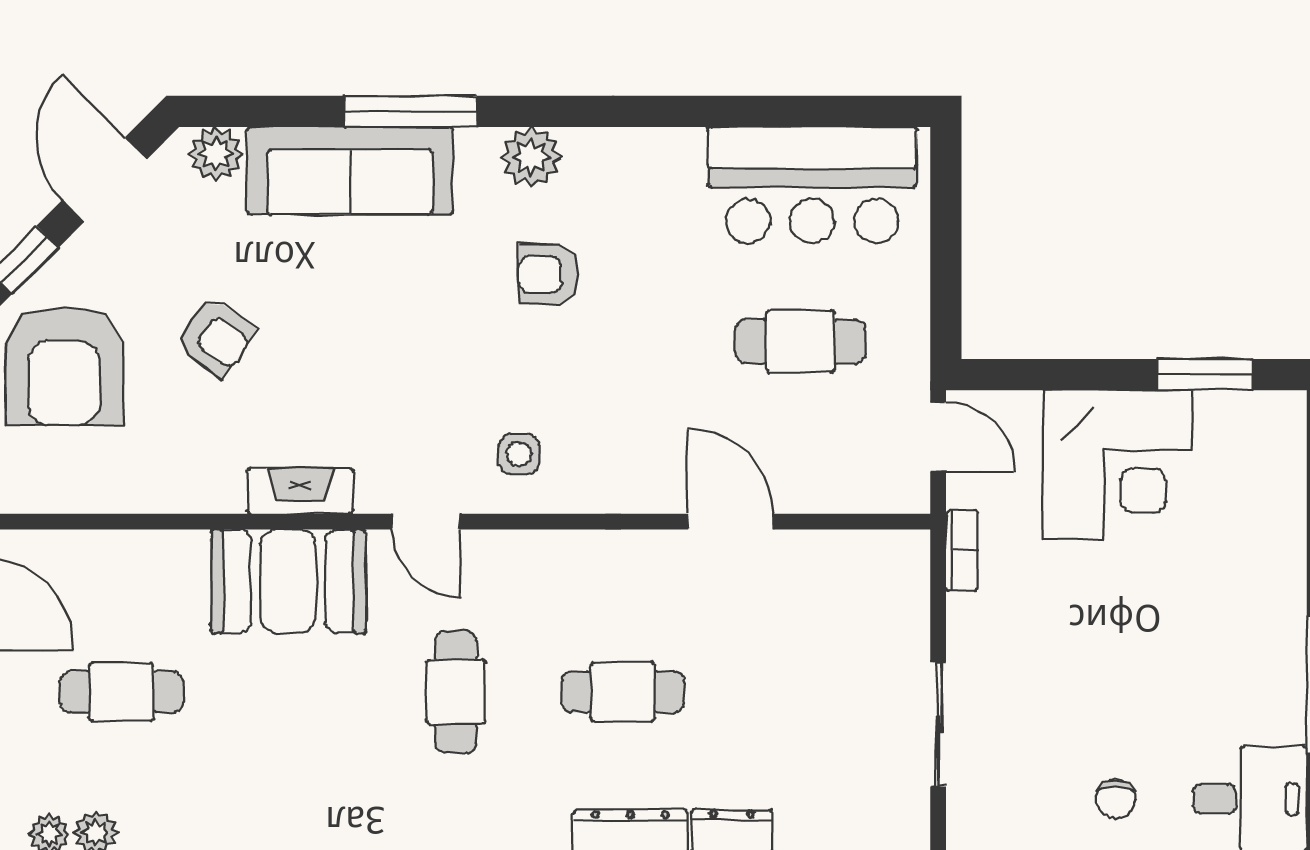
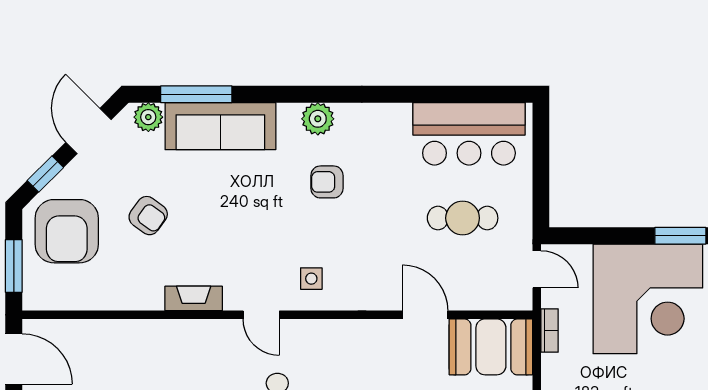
window: (410, 111) -> (196, 94), moved
corner desk: (1118, 465) -> (648, 299), width x1.36, depth x1.36
booth: (288, 581) -> (491, 347), moved

